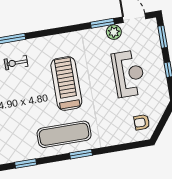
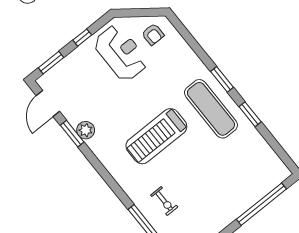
plant: (114, 32) -> (86, 130), moved
reception desk: (129, 74) -> (121, 53), moved, turned 90
window: (26, 164) -> (250, 114), moved

